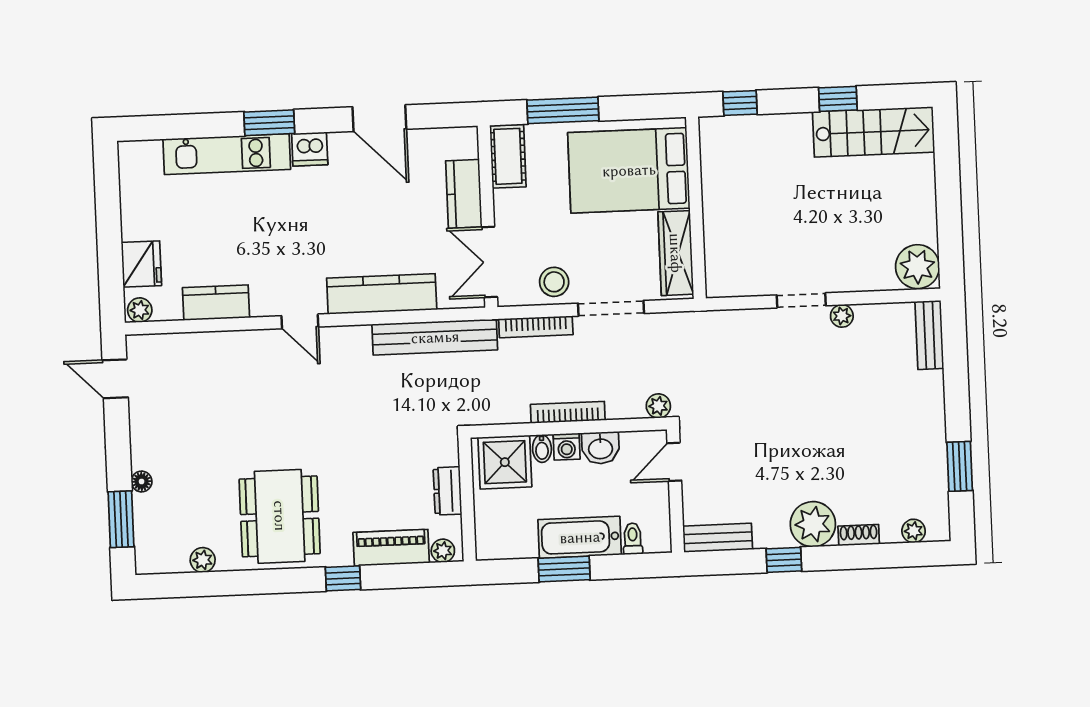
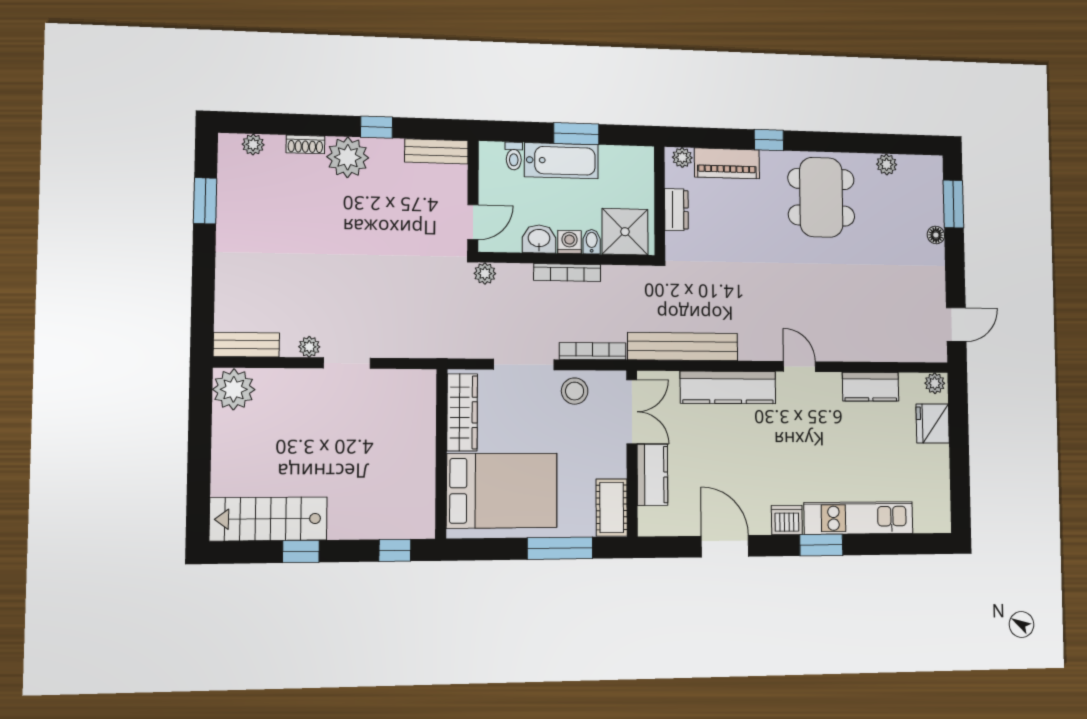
bench: (929, 335) -> (246, 345), moved, turned 90
door: (115, 379) -> (956, 325), hinge flipped

